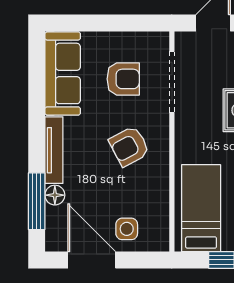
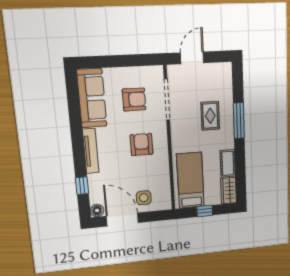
armchair: (129, 146) -> (142, 145), turned 118
floor lamp: (55, 195) -> (97, 210), moved
window: (37, 201) -> (82, 186), width x0.46

